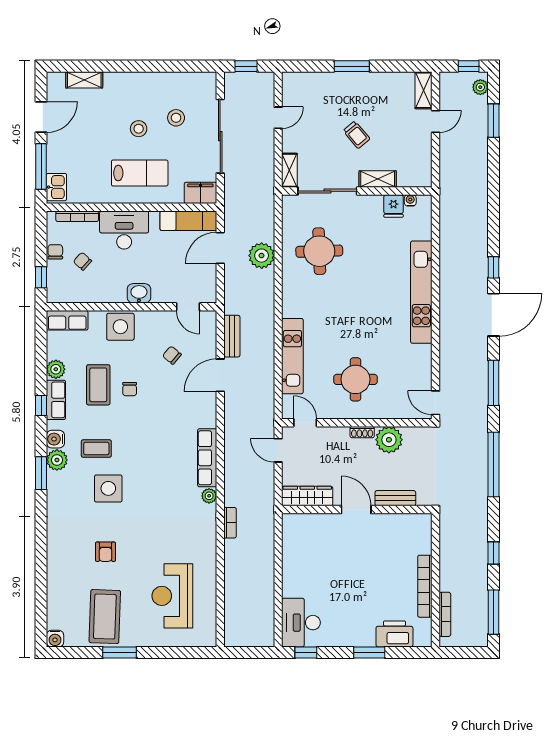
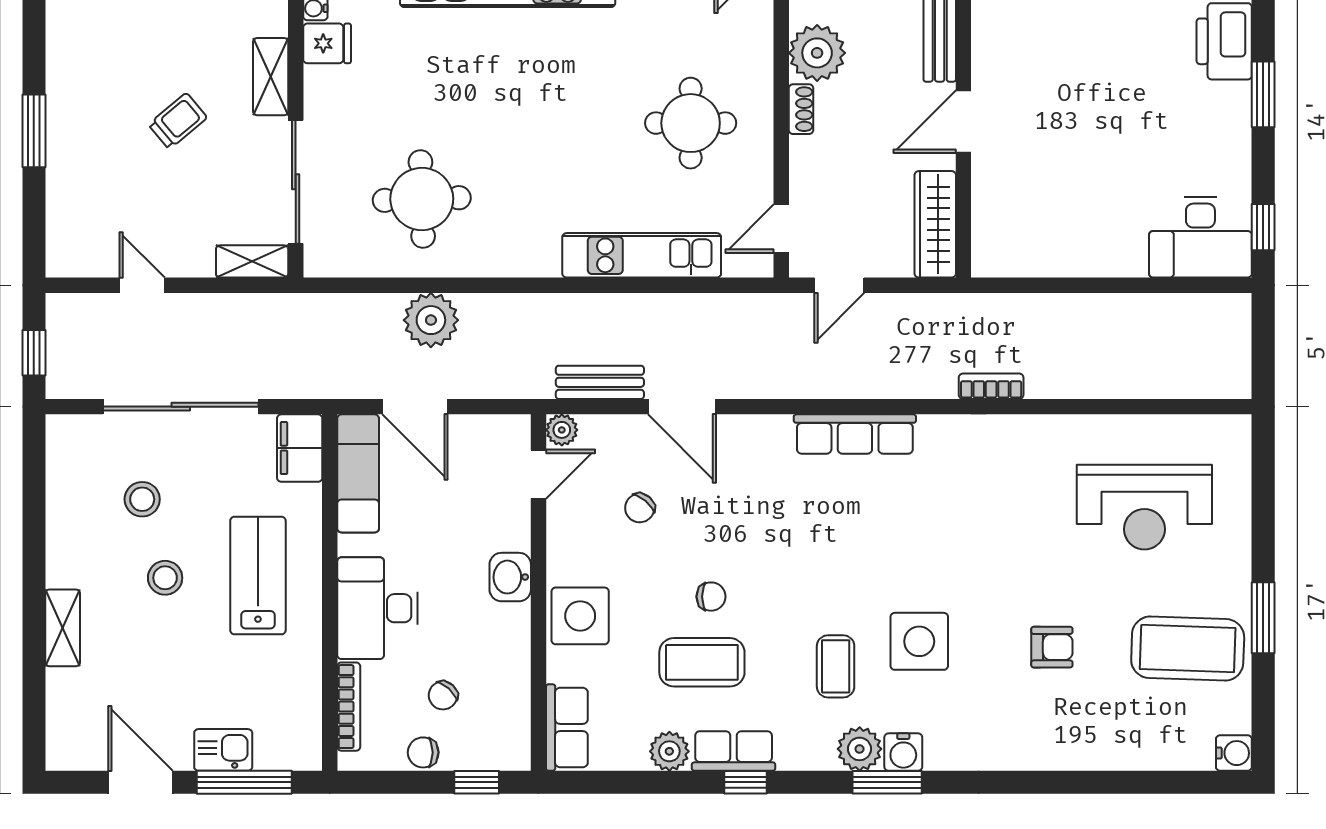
shelving: (84, 80) -> (63, 628), moved
kitchen sink: (56, 187) -> (223, 750), moved
water cooler: (55, 439) -> (903, 752), moved
plant: (209, 496) -> (562, 430), moved

